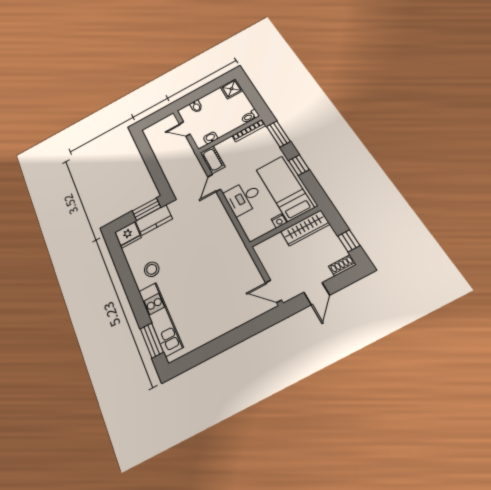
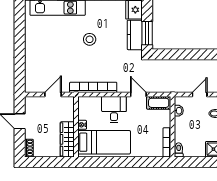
window: (278, 134) -> (150, 162), removed
window: (299, 165) -> (116, 162), removed
bookcase: (231, 232) -> (93, 87), added
window: (349, 241) -> (43, 162), removed
stool: (152, 269) -> (90, 39), moved
door: (274, 291) -> (53, 95), moved

